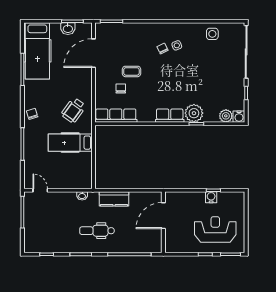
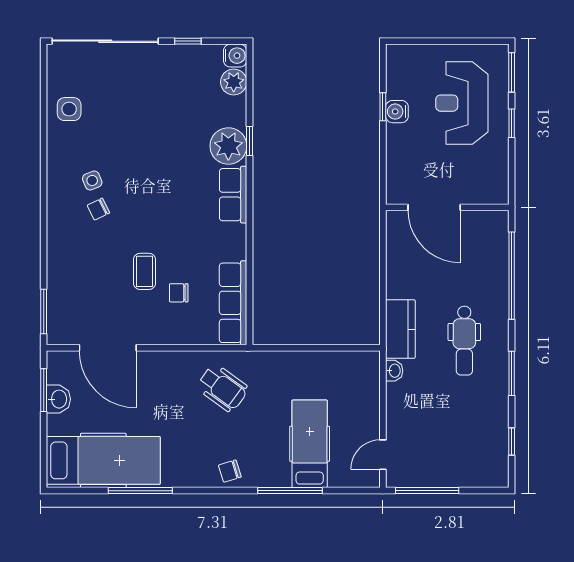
hospital bed: (70, 143) -> (310, 444), moved, turned 180
kitchen counter: (114, 199) -> (400, 329), moved

